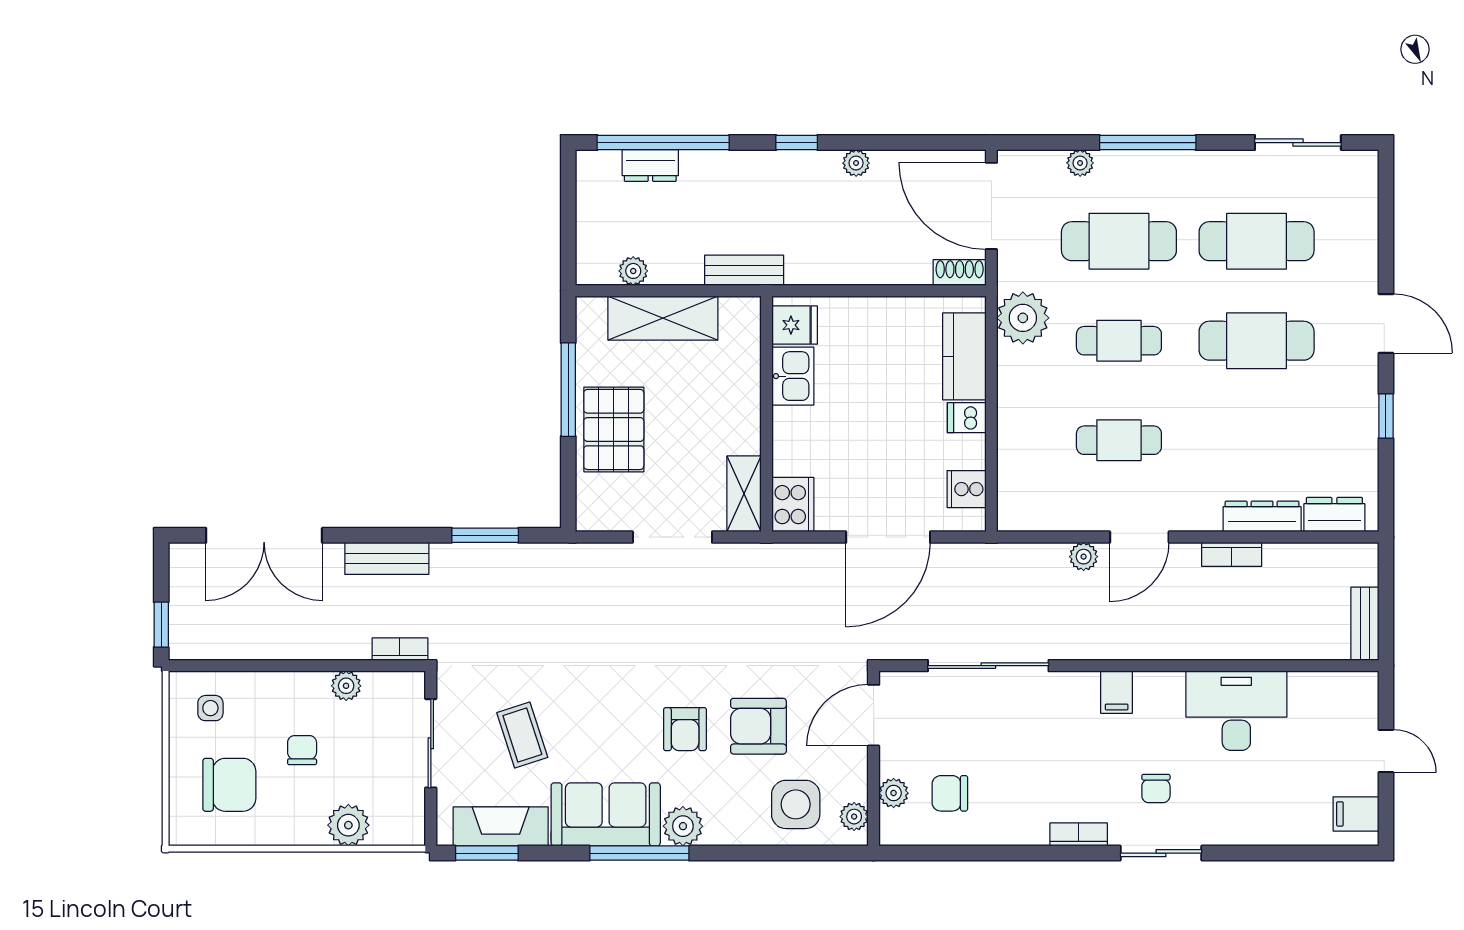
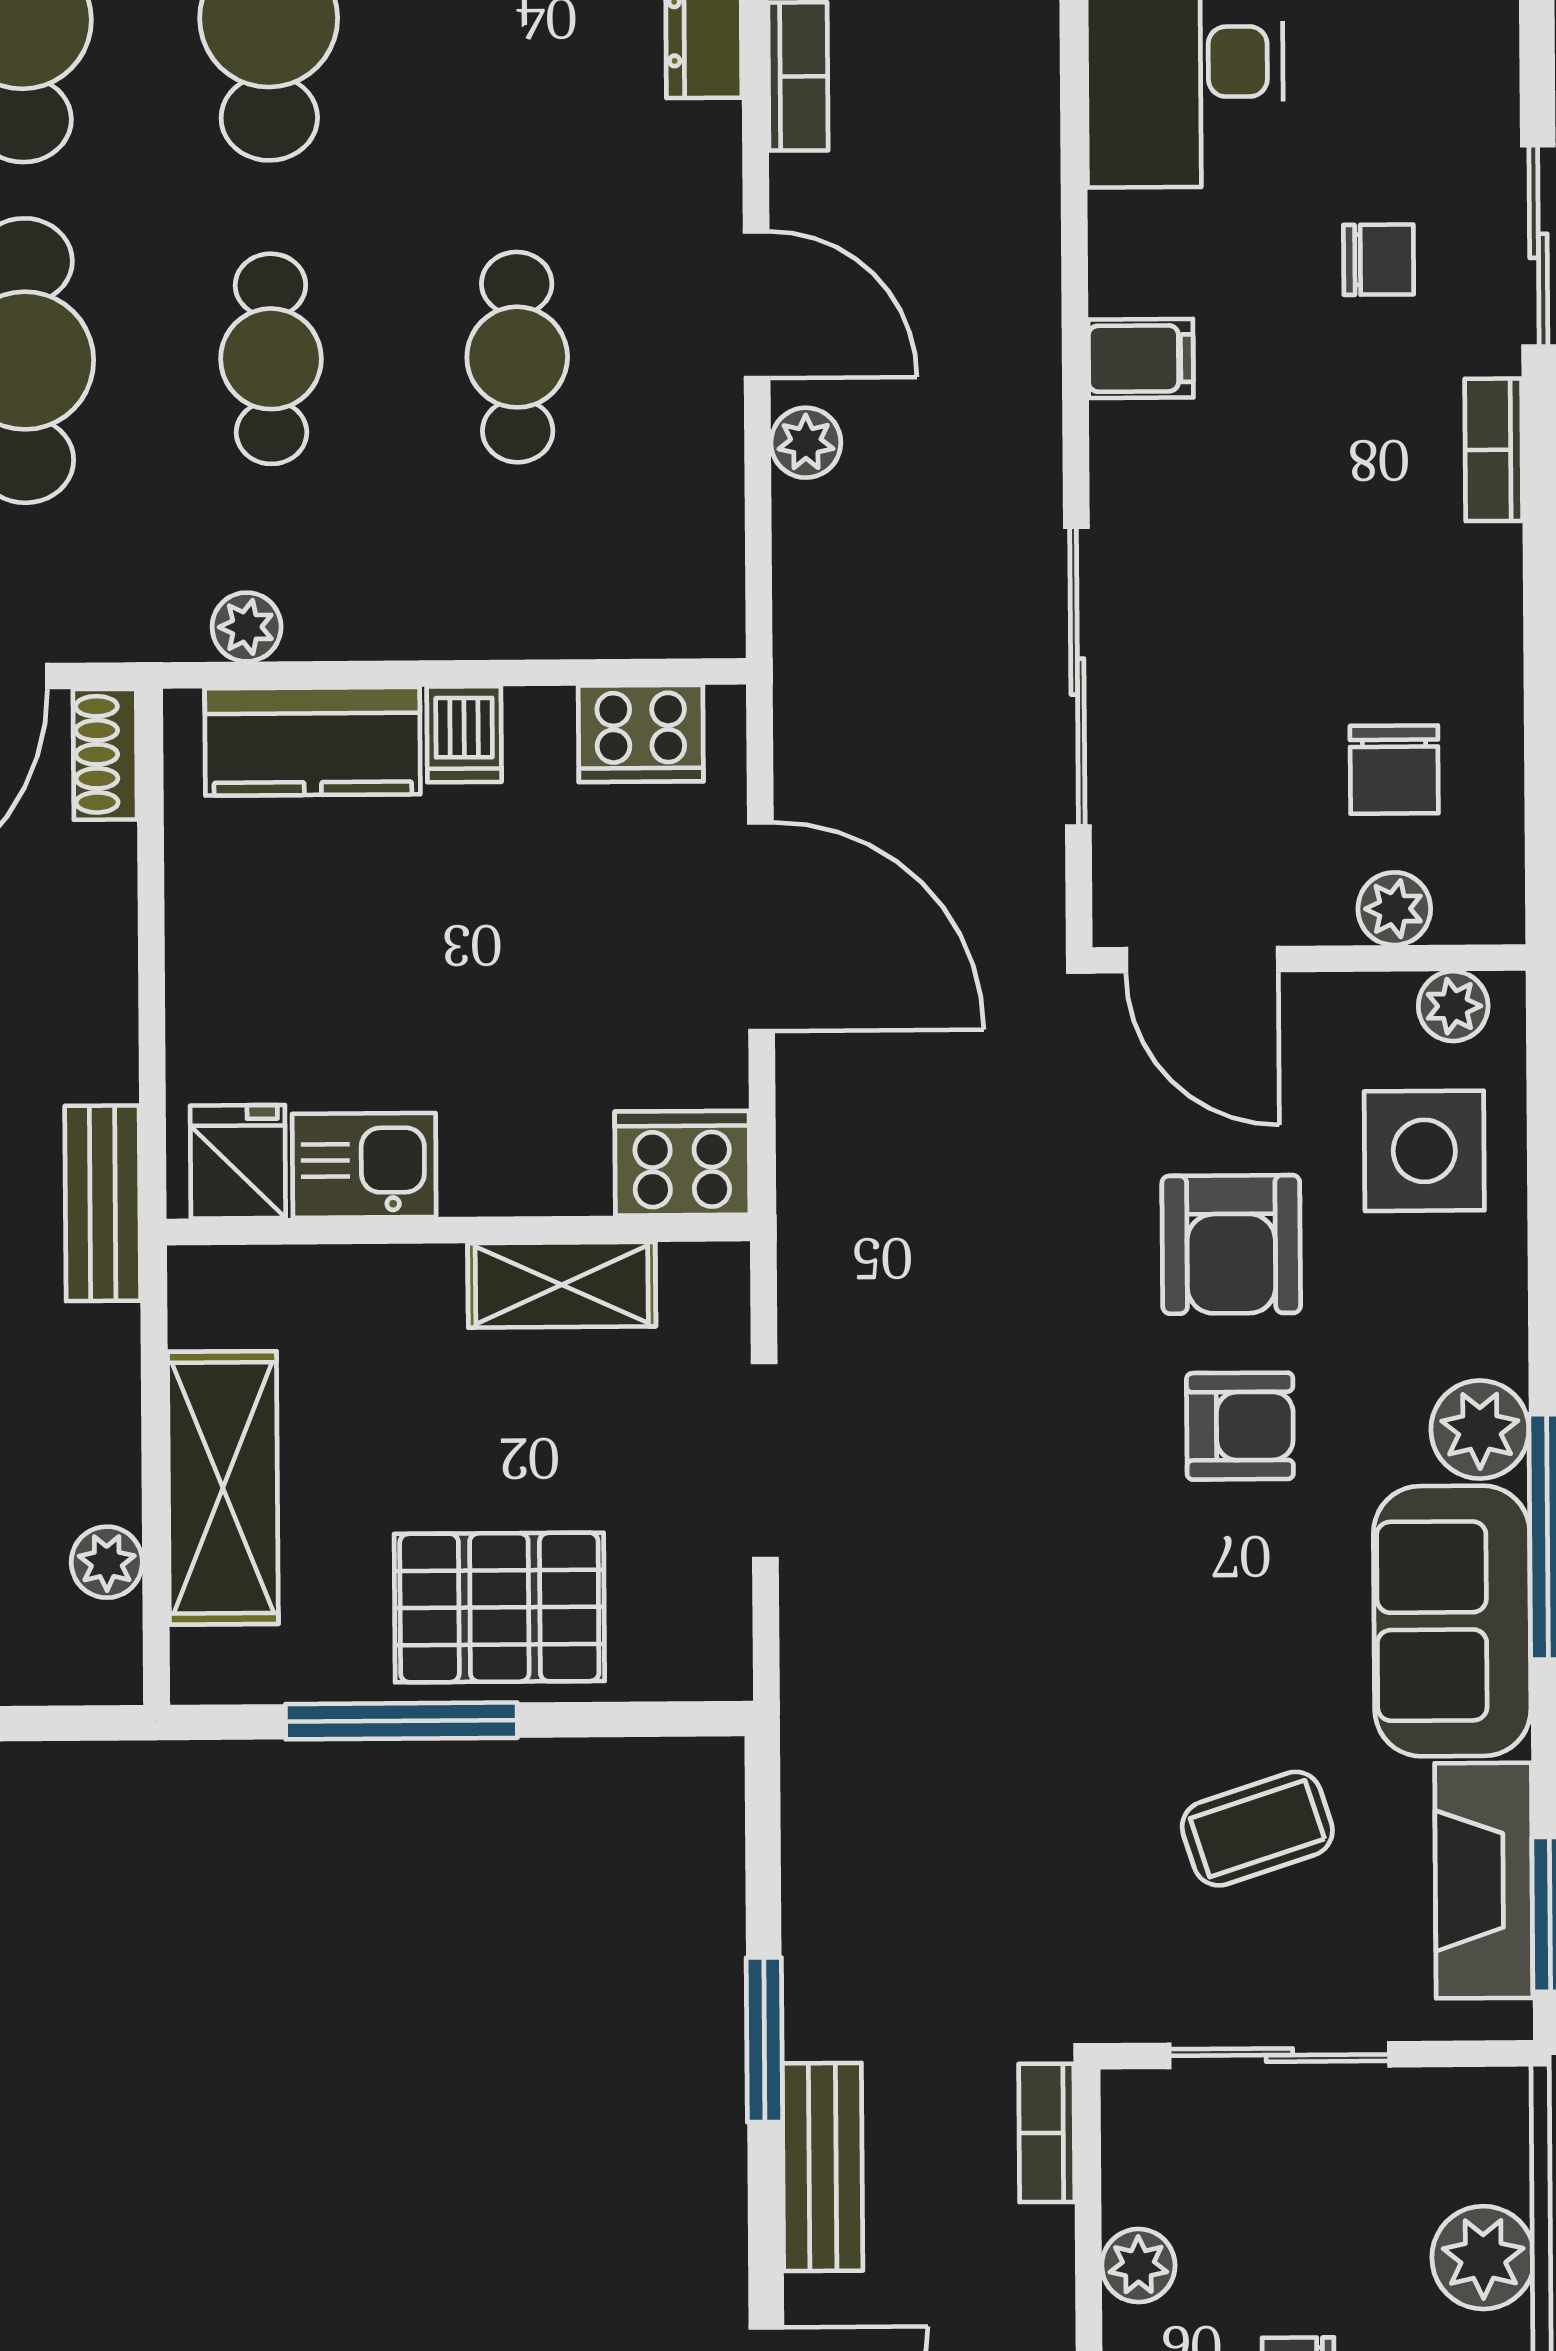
bench: (744, 270) -> (103, 1203), moved
plant: (1023, 318) -> (247, 627), width x0.53, depth x0.53
cooker: (967, 489) -> (641, 733), width x1.36
shelving: (744, 494) -> (562, 1285), moved
window: (485, 535) -> (764, 2040), moved

